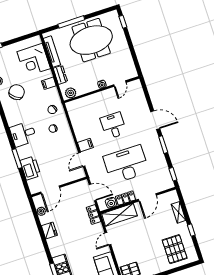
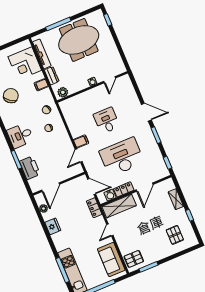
pallet: (175, 249) -> (175, 235), width x0.67, depth x0.71

